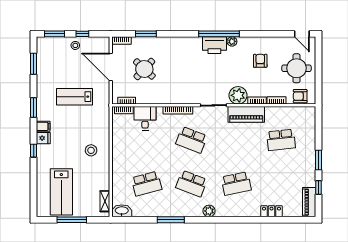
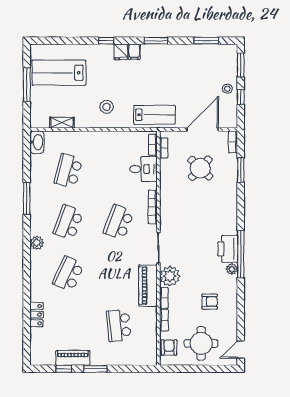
lab bench: (74, 97) -> (154, 115), moved, turned 90
school desk: (147, 184) -> (68, 171), turned 30
school desk: (236, 184) -> (68, 274), turned 36
shelving: (105, 201) -> (62, 123), moved
piano: (309, 202) -> (73, 358), moved

